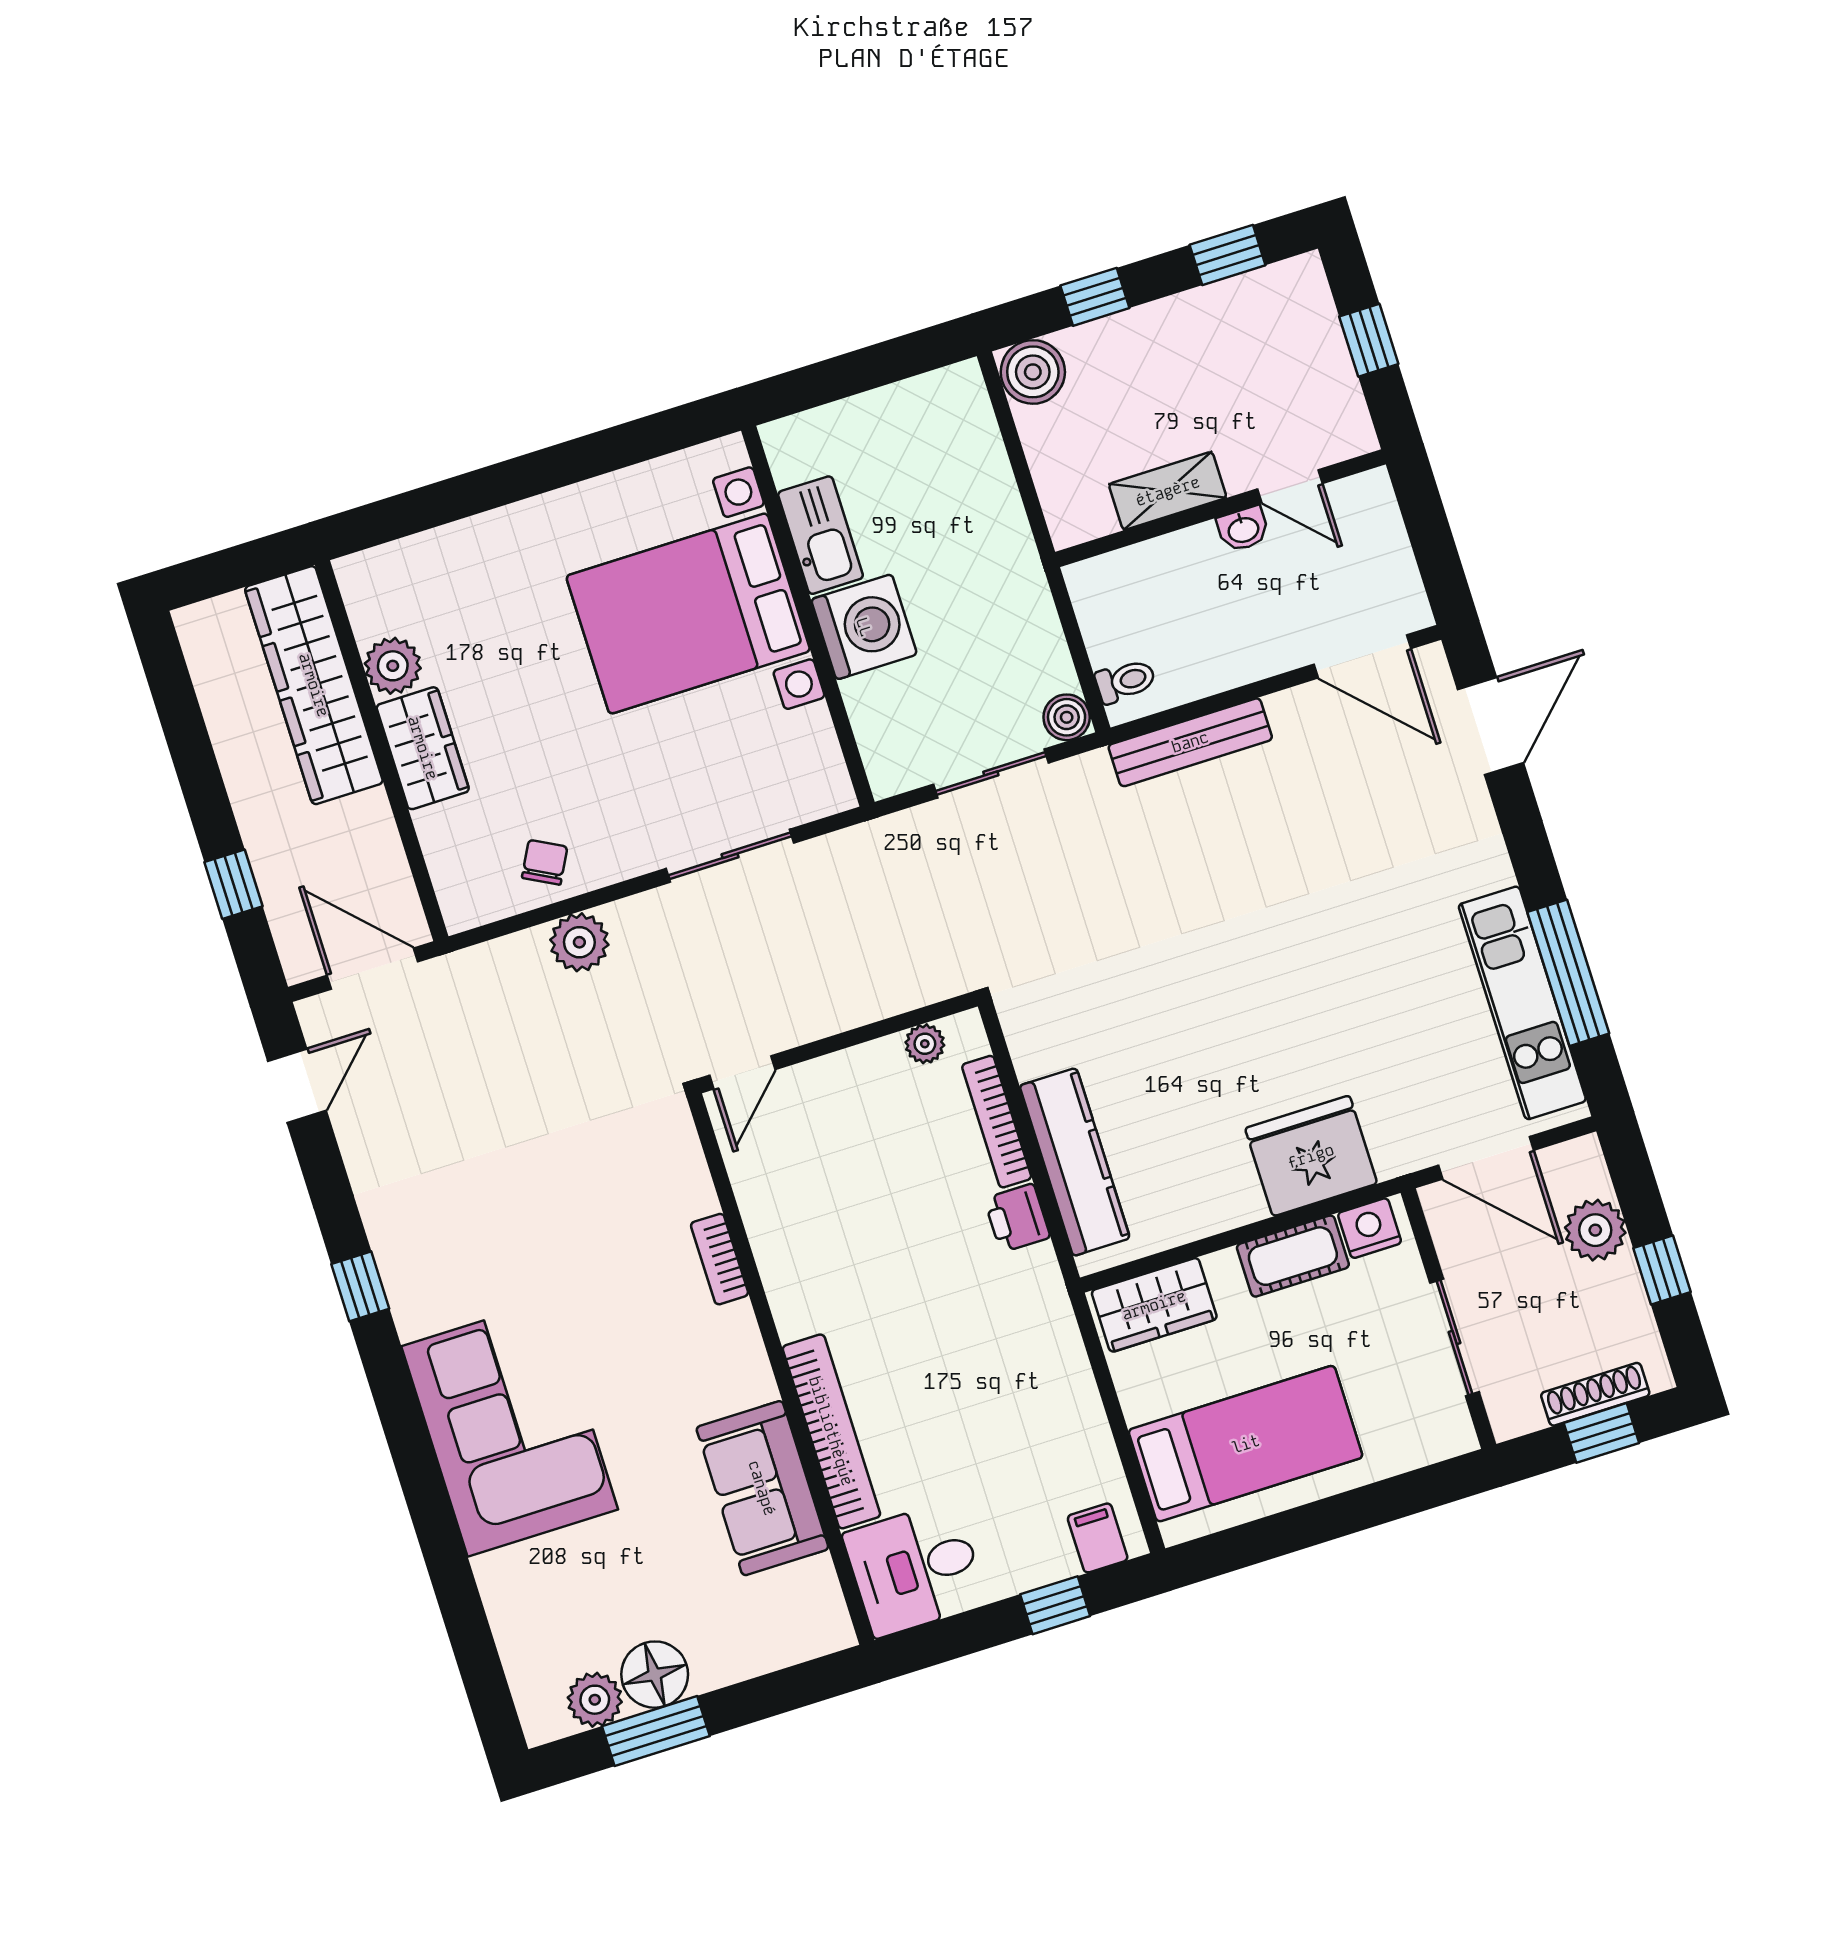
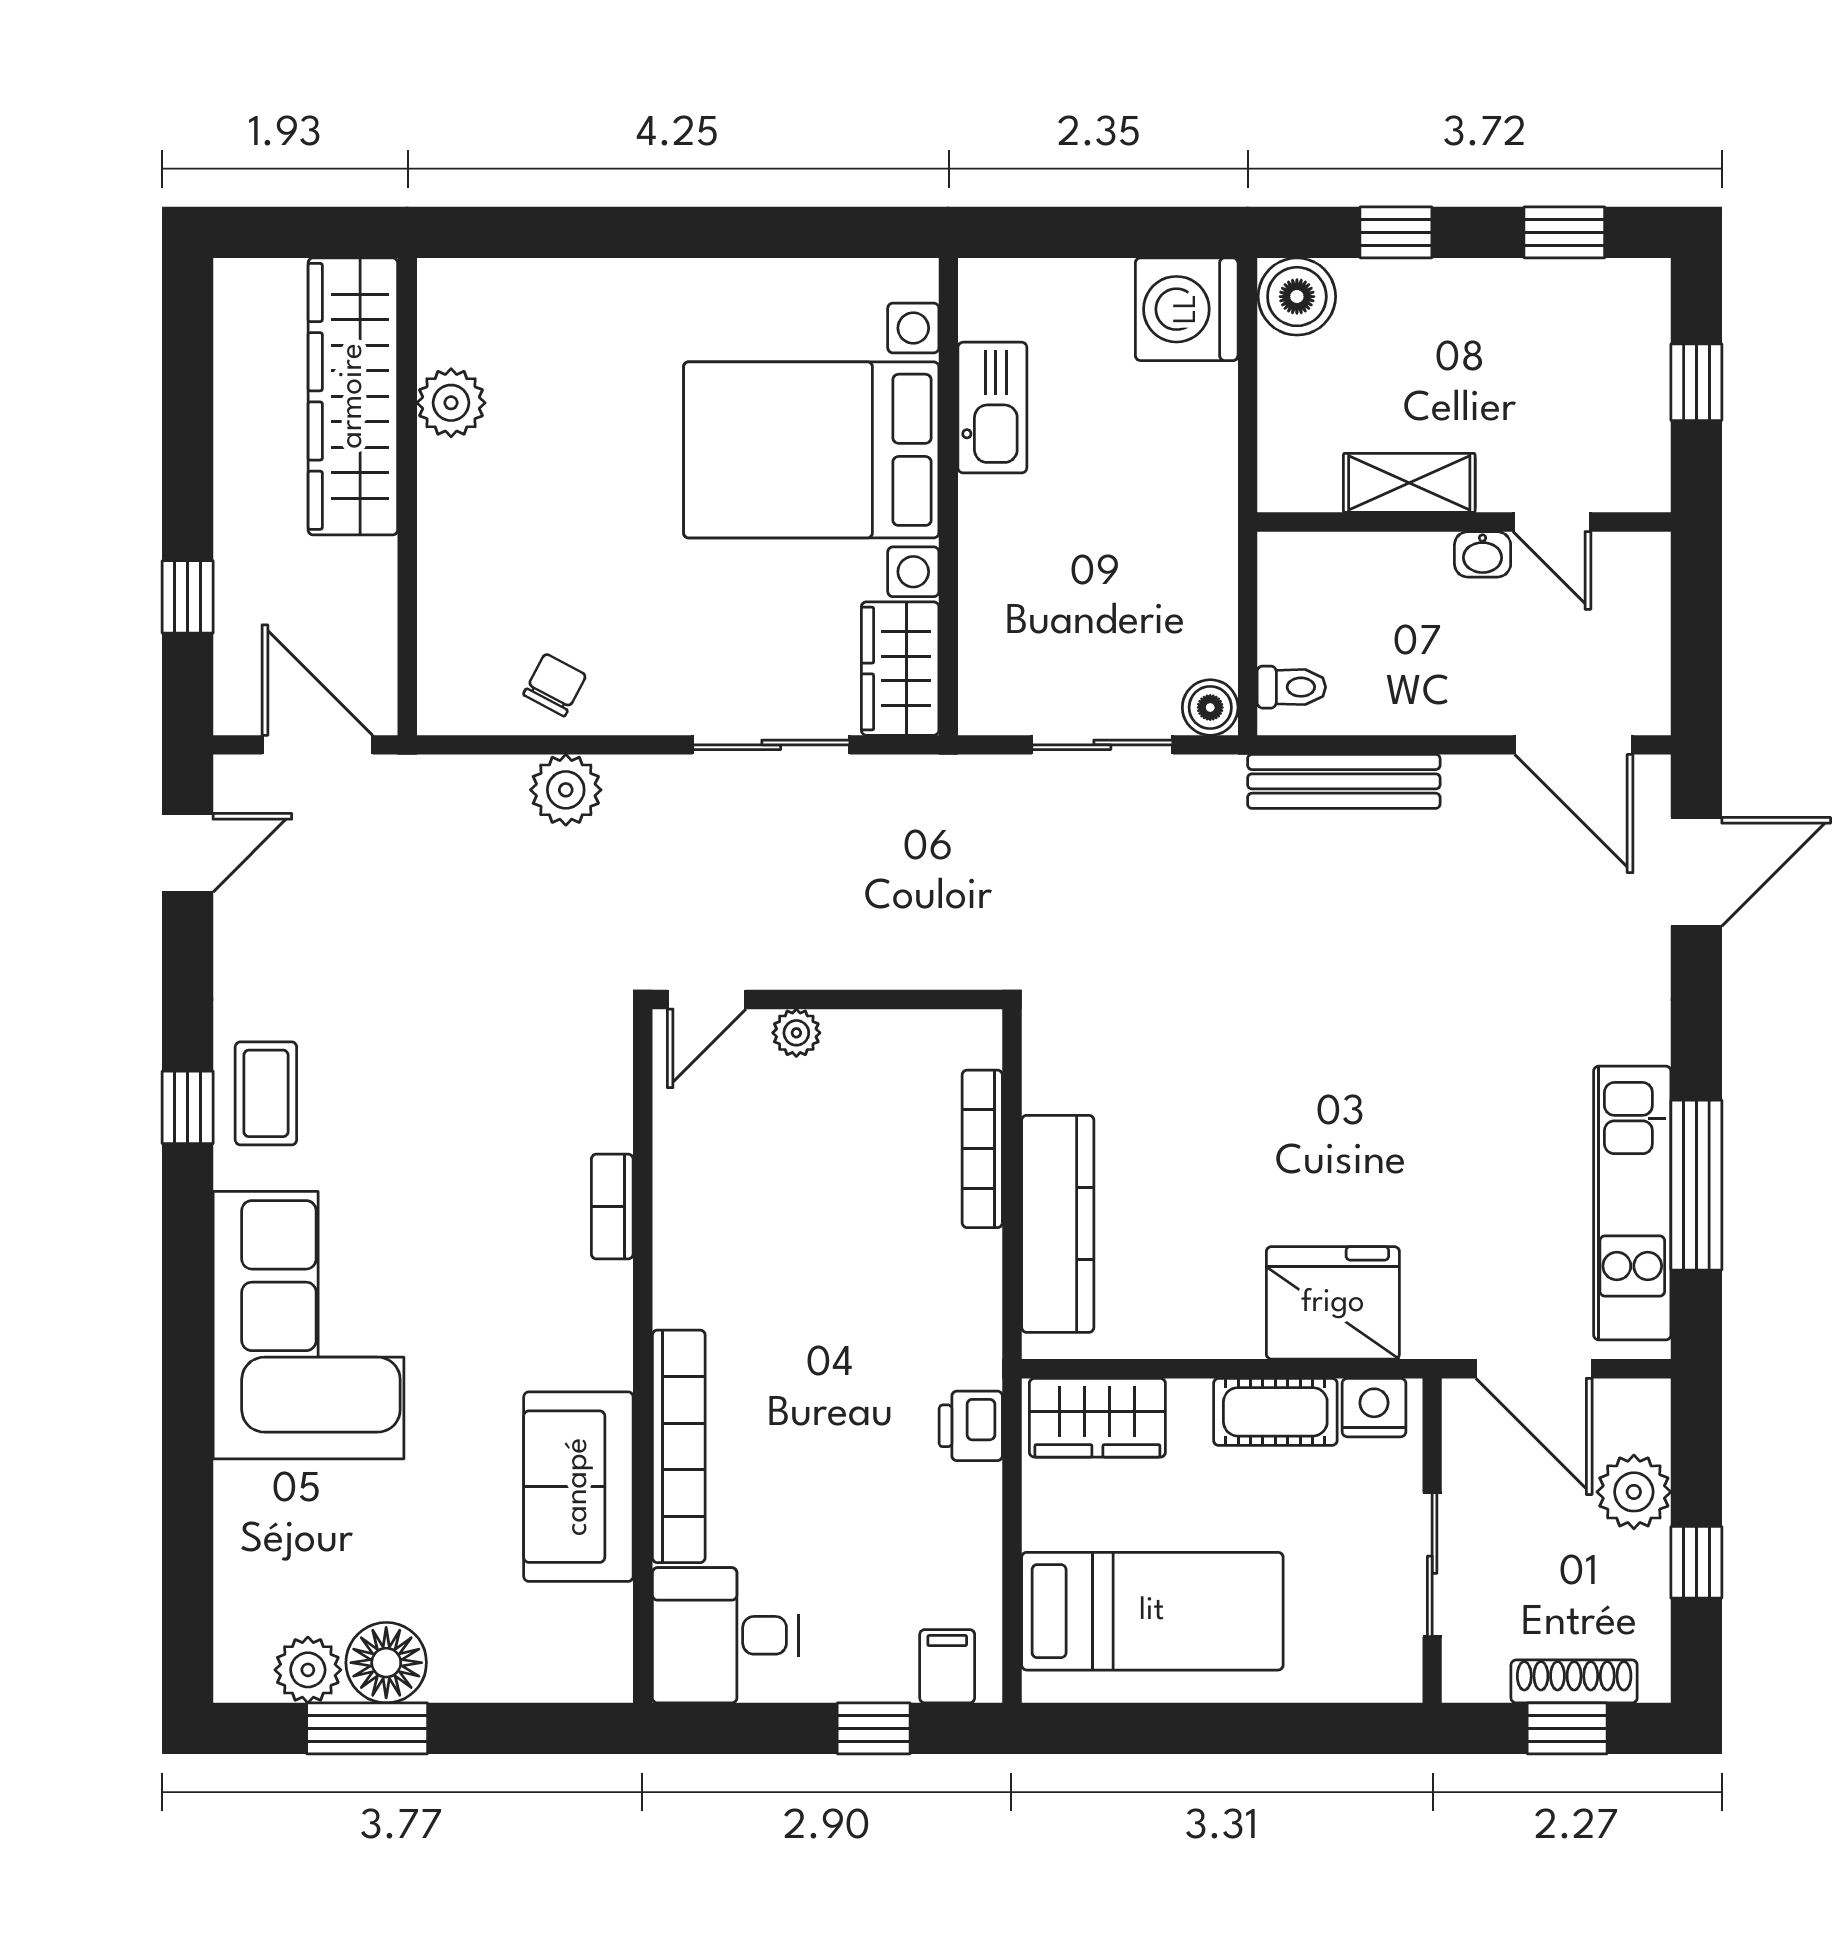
washing machine: (864, 627) -> (1187, 309), moved, turned 180
wardrobe: (423, 748) -> (900, 669), moved, turned 180
plant: (925, 1044) -> (796, 1033), moved
printer: (1017, 1218) -> (971, 1426), moved
coffee table: (419, 1256) -> (266, 1093), added

